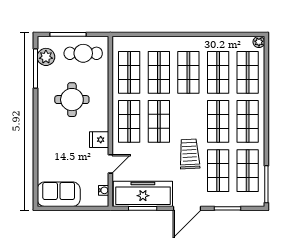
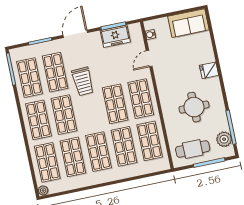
fridge: (99, 140) -> (209, 70), moved, turned 180
freezer: (143, 194) -> (115, 36), width x0.52, depth x0.79

